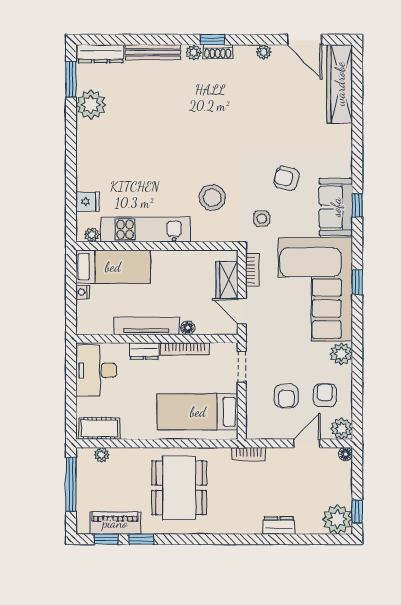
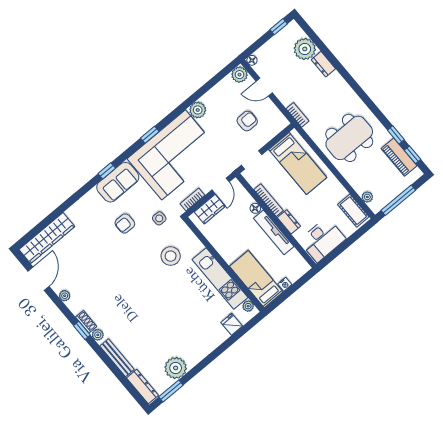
armchair: (286, 178) -> (125, 223), turned 76
armchair: (325, 395) -> (229, 100), removed
plant: (337, 519) -> (305, 49), moved

